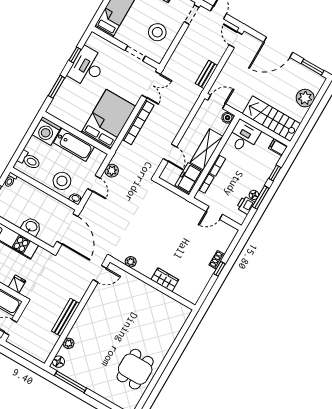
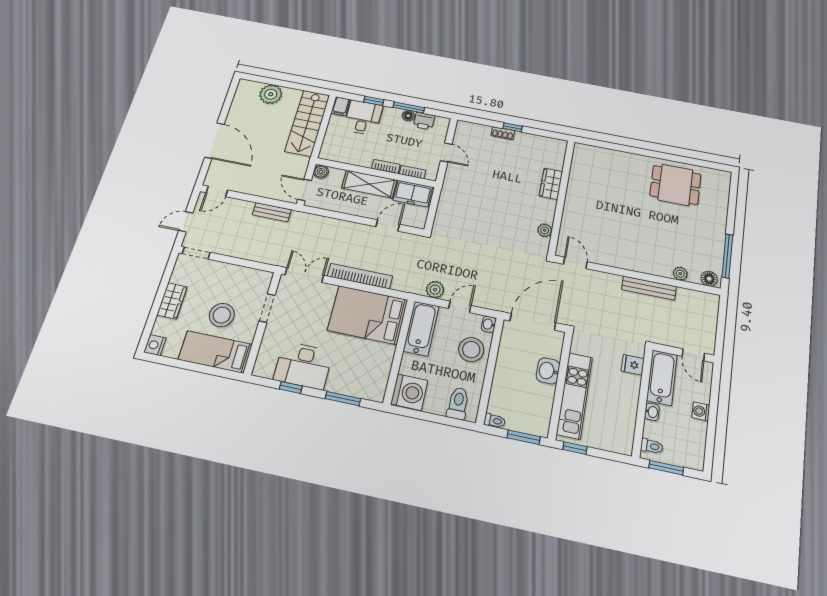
stool: (157, 32) -> (222, 315), moved
window: (313, 67) -> (230, 97), removed
desk: (244, 137) -> (363, 118), moved, turned 90
bathtub: (74, 145) -> (421, 329), moved

